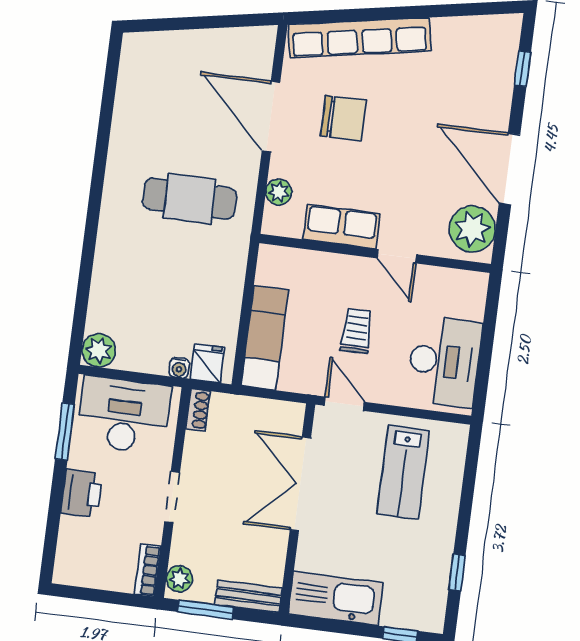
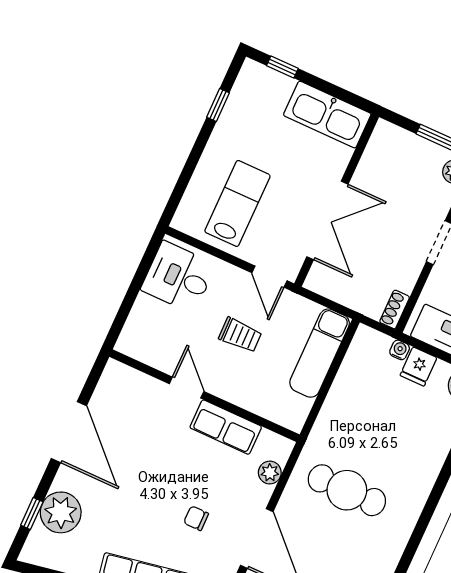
chair: (343, 118) -> (196, 518), width x0.54, depth x0.54
plant: (472, 229) -> (61, 512), moved
trolley: (357, 331) -> (240, 335), turned -91
desk: (444, 361) -> (178, 277), width x0.73
fridge: (207, 363) -> (418, 367), moved
bench: (248, 596) -> (401, 139), removed

